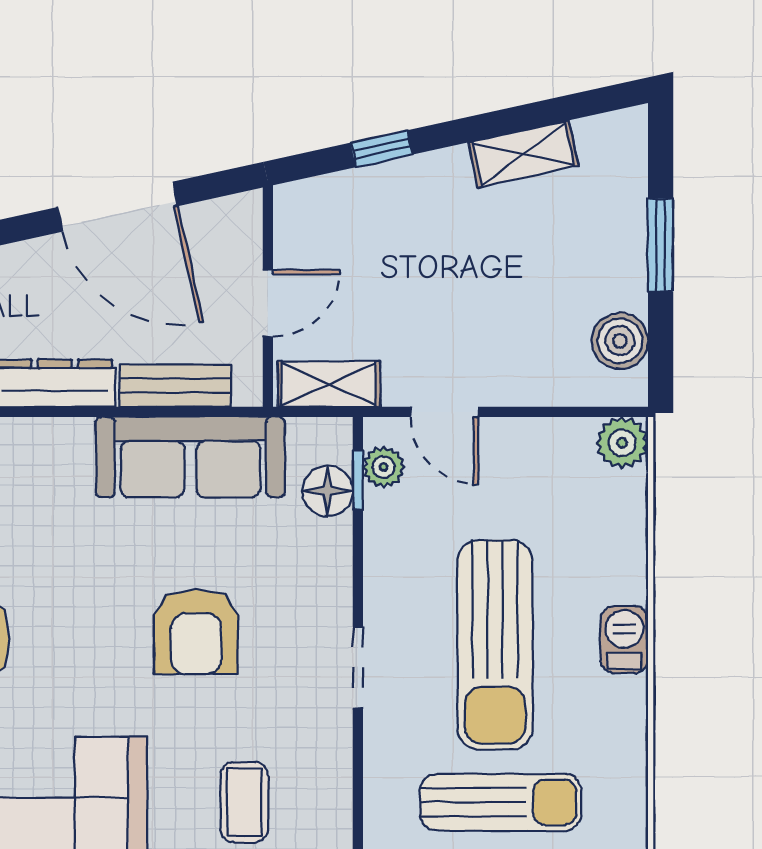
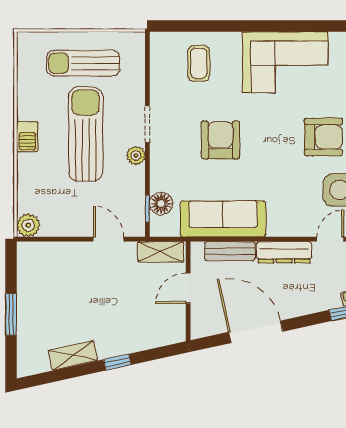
window: (381, 149) -> (117, 362), moved
boiler: (620, 341) -> (29, 271), removed
plant: (384, 467) -> (136, 156), moved

